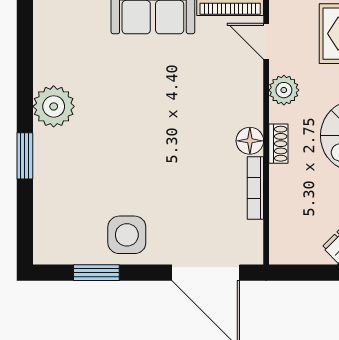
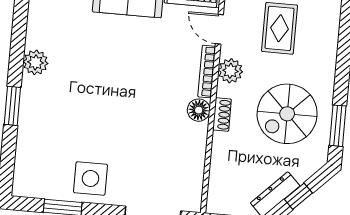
plant: (54, 106) -> (36, 62), width x0.73, depth x0.73
bookcase: (255, 188) -> (207, 72), moved

